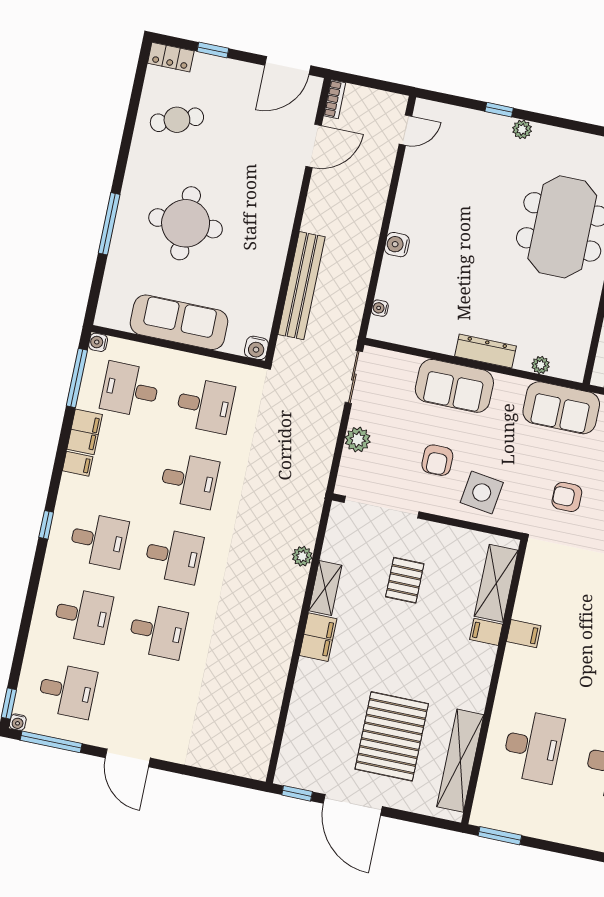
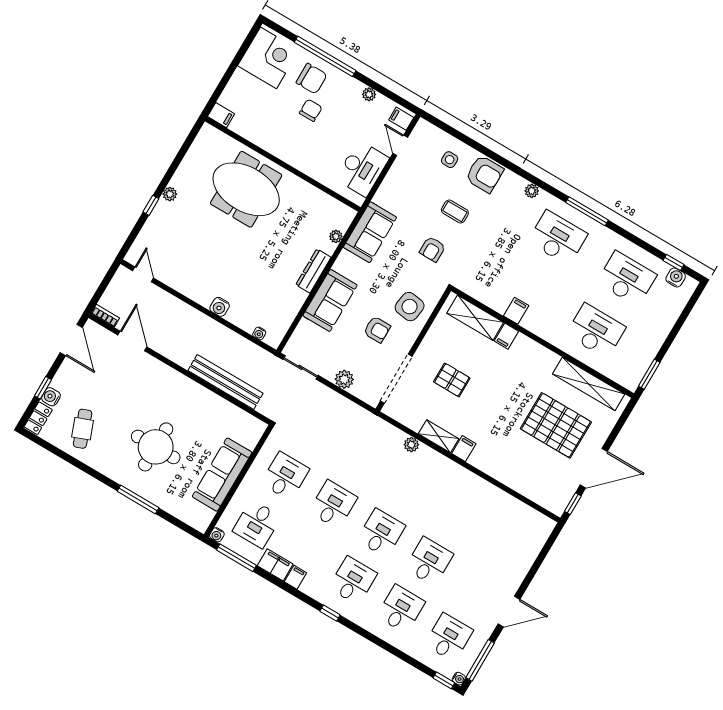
water cooler: (256, 348) -> (51, 397), moved, turned 180
filing cabinet: (318, 637) -> (464, 449), width x0.50

